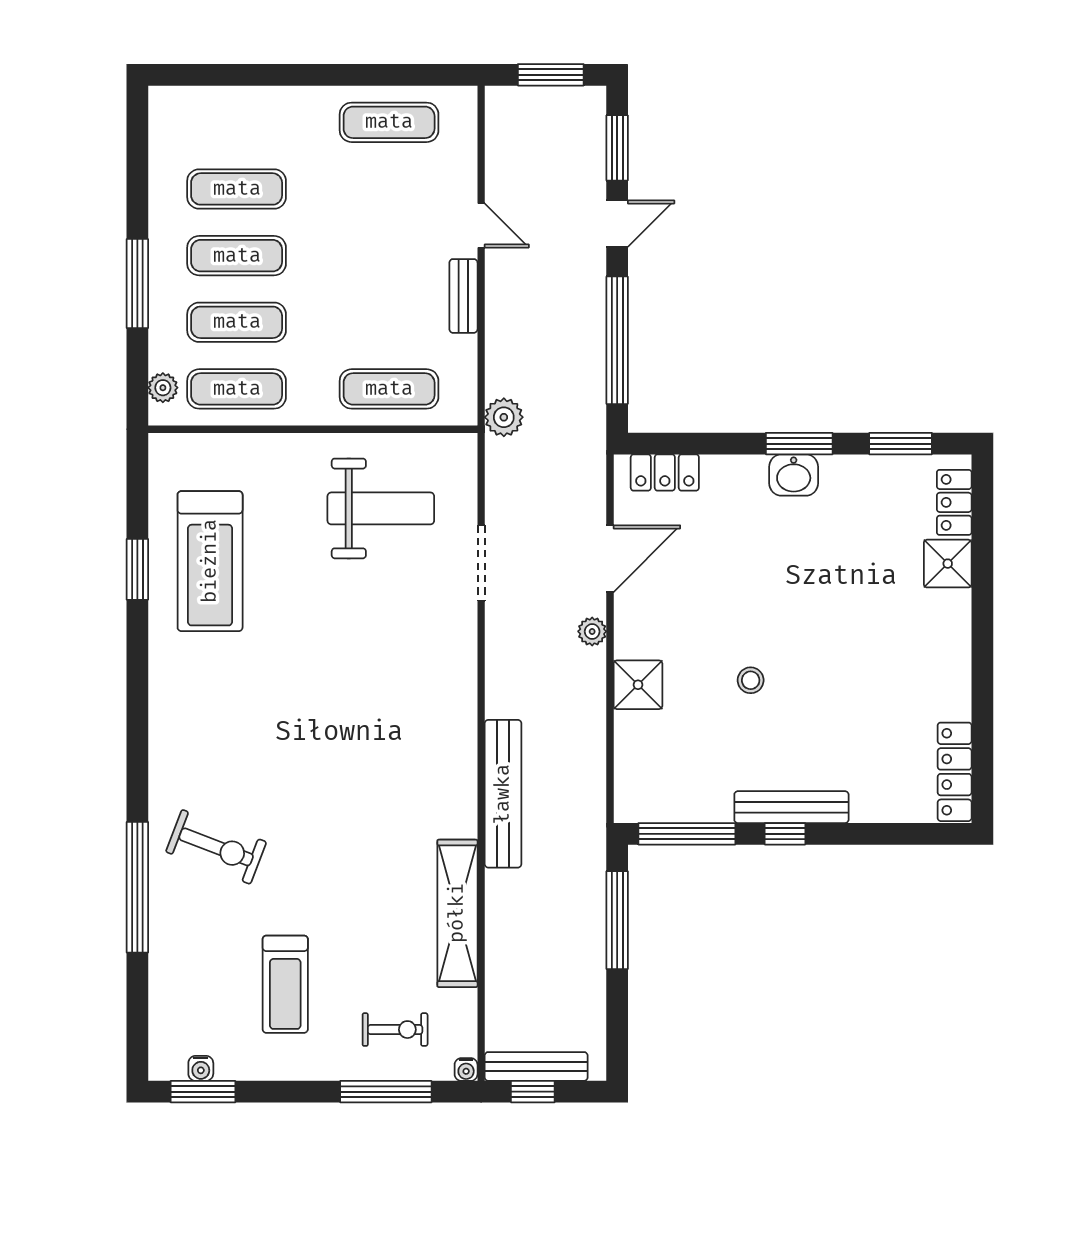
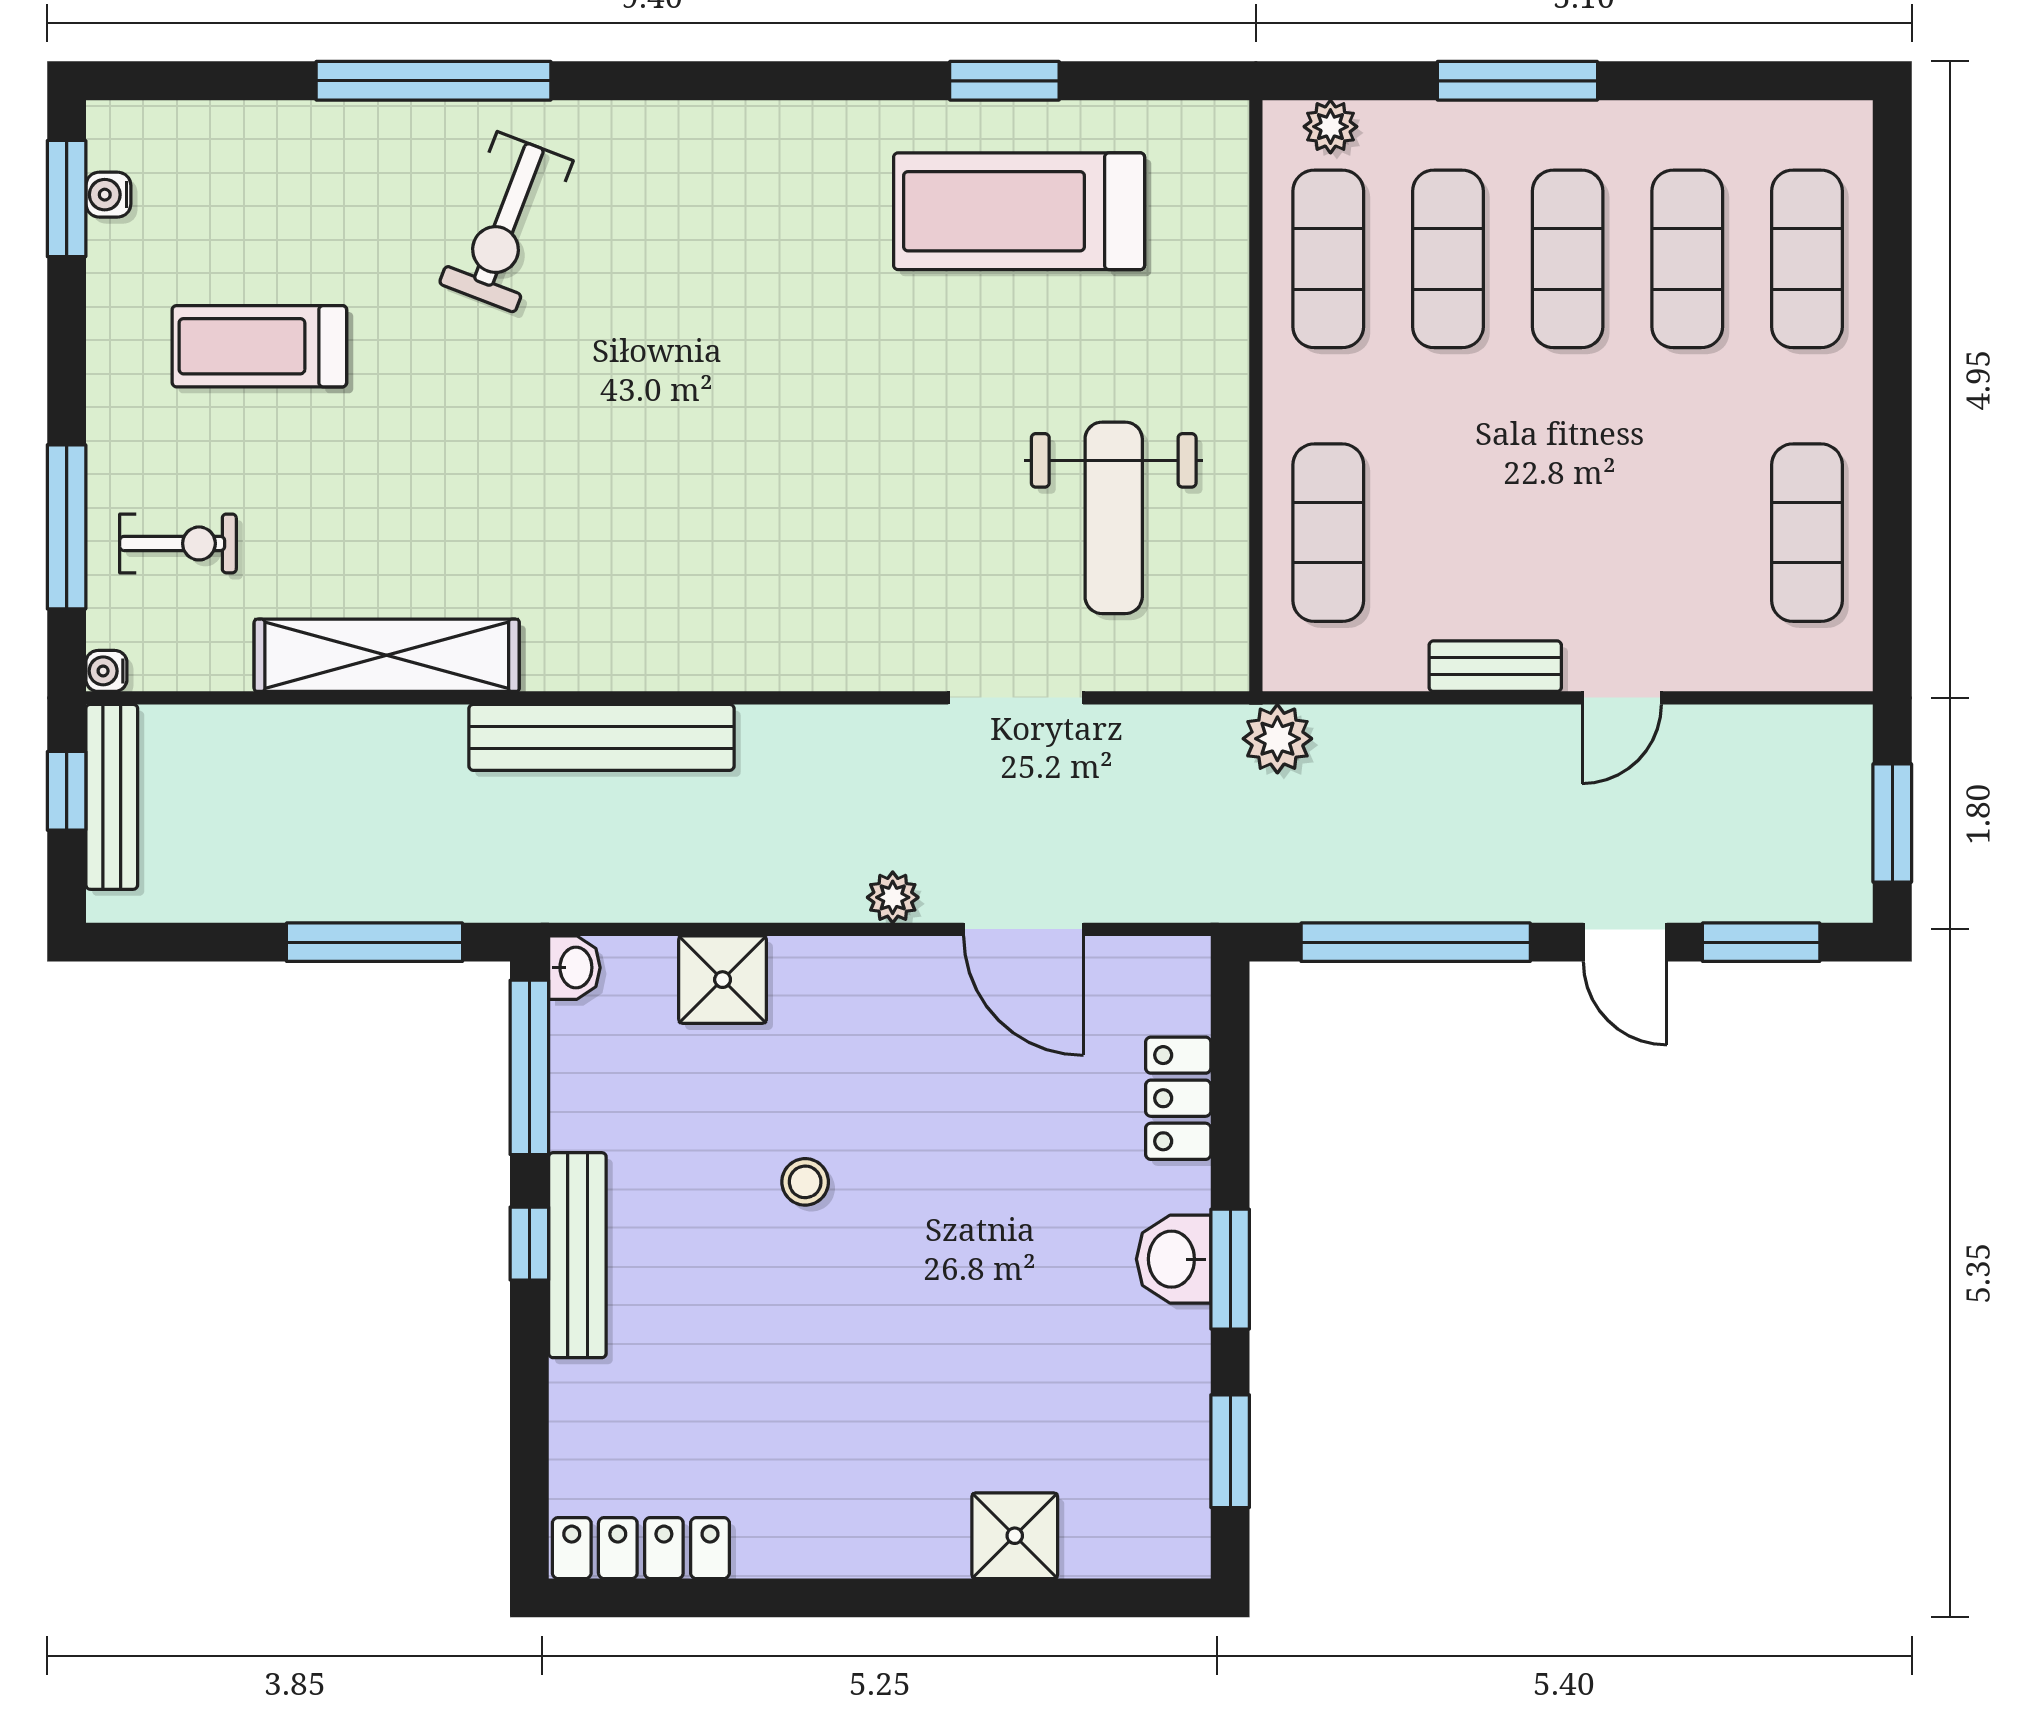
exercise mat: (237, 122) -> (1807, 259), added
locker: (665, 473) -> (1178, 1098), moved
locker: (954, 502) -> (1125, 1547), removed
shower: (638, 685) -> (723, 980), moved
washbasin: (631, 809) -> (574, 968), added
exercise bike: (395, 1030) -> (178, 543), turned -90

